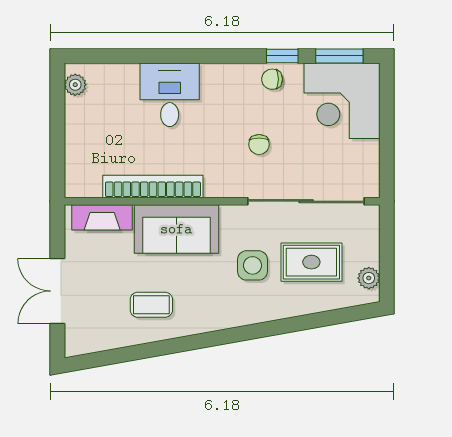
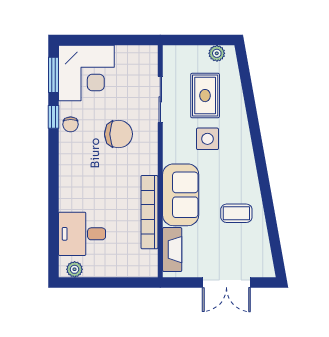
desk: (170, 95) -> (82, 234), moved
chair: (259, 144) -> (119, 134), width x1.87, depth x1.87
sliding door: (306, 201) -> (160, 99), width x0.54
coffee table: (151, 305) -> (236, 213), turned 90

